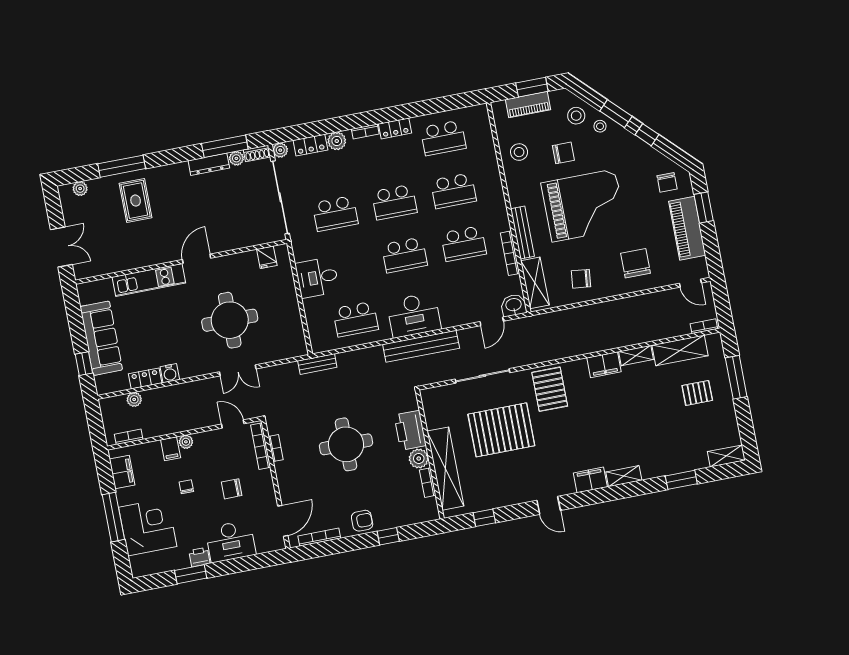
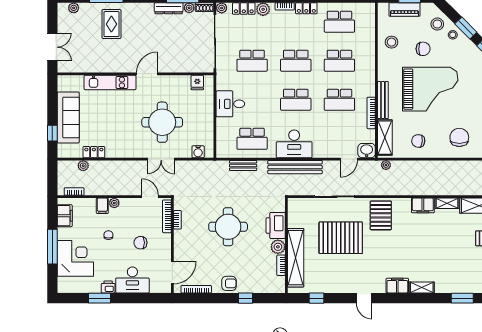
plant: (543, 320) -> (386, 165), added
bench: (317, 364) -> (243, 166), moved
water cooler: (170, 373) -> (198, 152), moved

